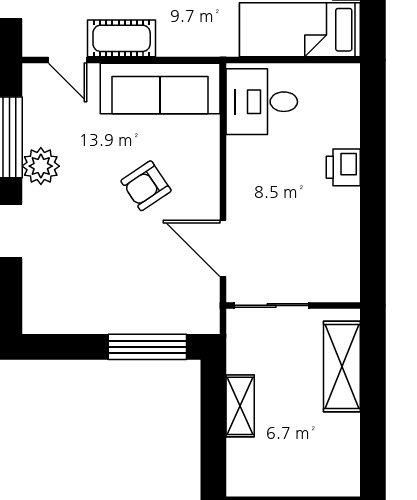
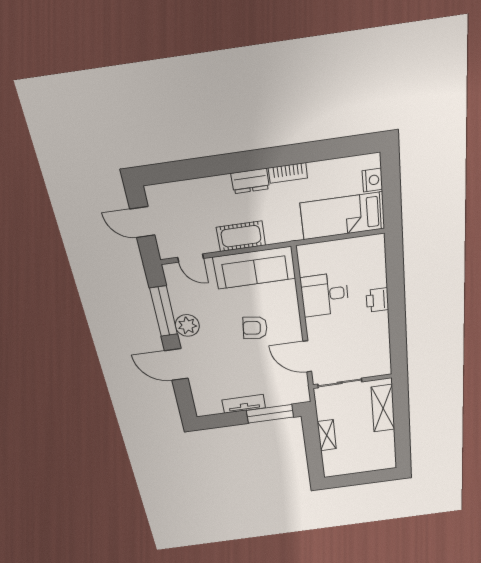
cot: (122, 38) -> (241, 236), moved
desk: (262, 102) -> (325, 295), moved
armchair: (146, 186) -> (255, 328), turned 41
tv unit: (106, 321) -> (244, 404), added

